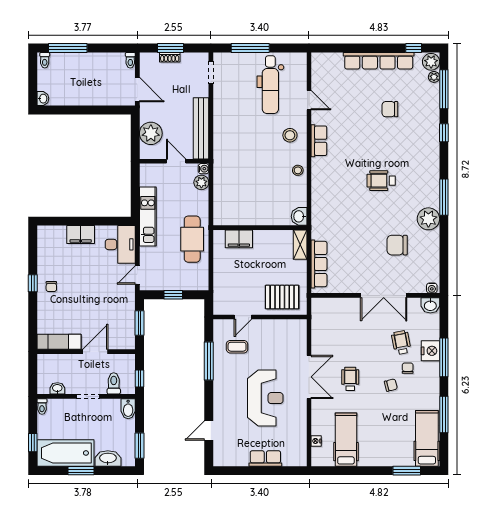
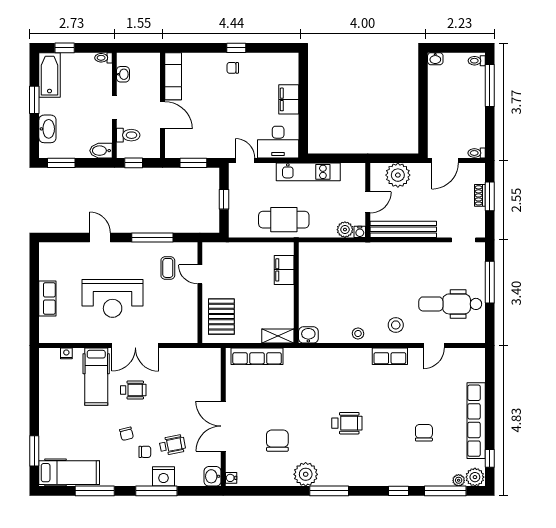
wheelchair: (381, 181) -> (347, 423), turned 90
door: (209, 431) -> (100, 238), moved
hospital bed: (346, 440) -> (96, 377), moved, turned 90
bathtub: (65, 453) -> (50, 75), width x0.73, depth x0.73

